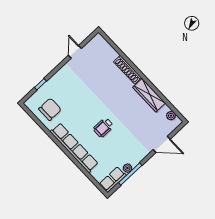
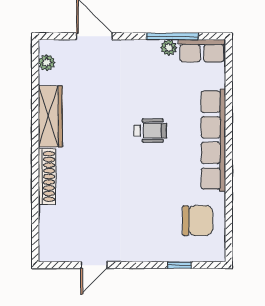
chair: (50, 109) -> (198, 221), turned 180

